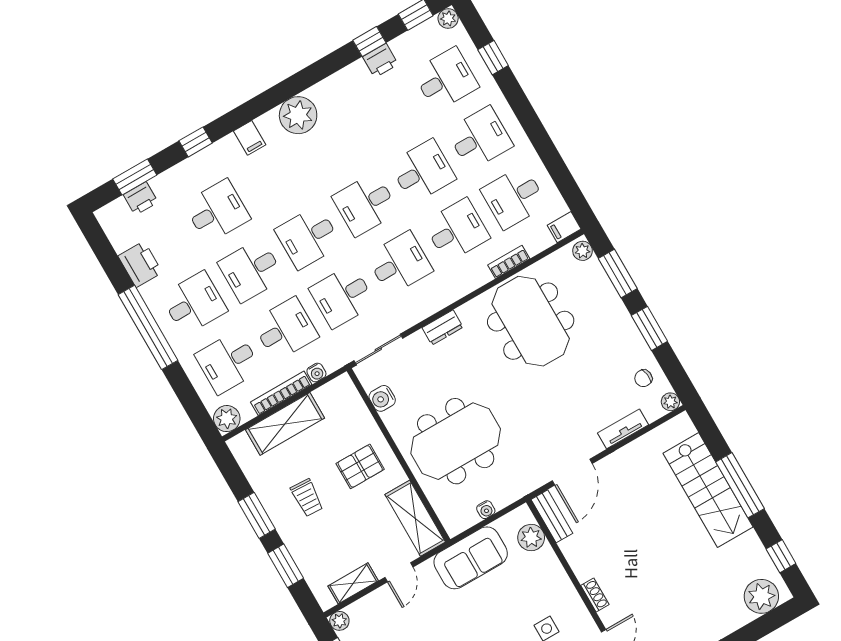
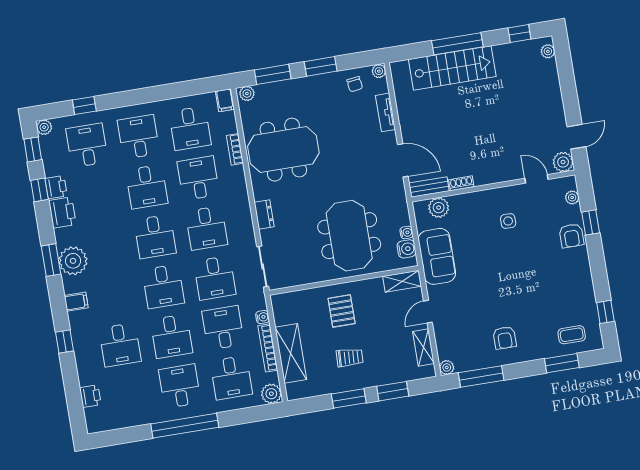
desk: (423, 171) -> (147, 187), turned 180
window: (135, 177) -> (51, 260), moved
desk: (217, 211) -> (120, 345), turned 180
desk: (400, 263) -> (207, 228), turned 180
printer: (140, 264) -> (62, 212), moved, turned 90
water cooler: (382, 398) -> (406, 249), moved, turned -90
shelving: (415, 518) -> (402, 281), width x0.67, depth x0.75
door: (399, 572) -> (428, 312), swing flipped
shoe rack: (595, 595) -> (461, 183), moved
plant: (761, 596) -> (548, 51), width x0.53, depth x0.53

